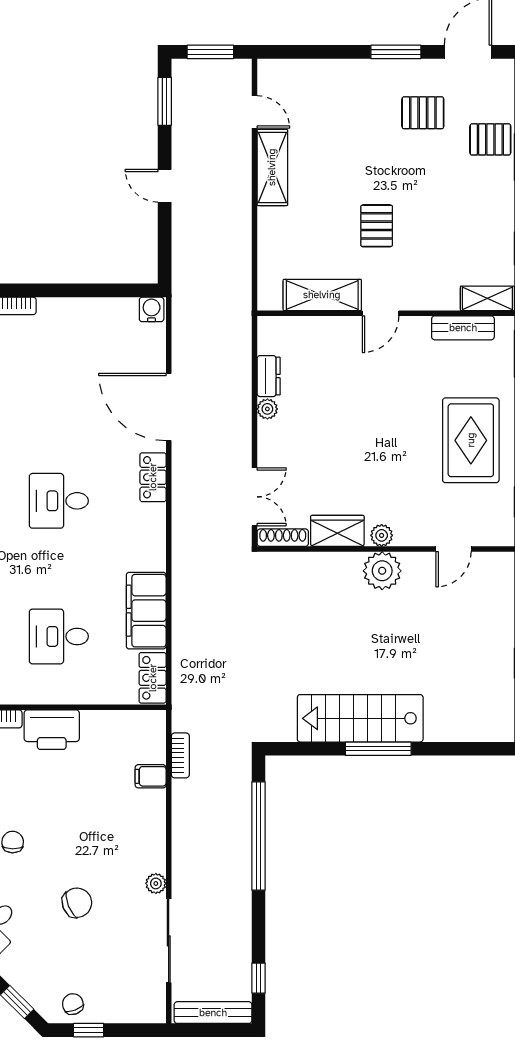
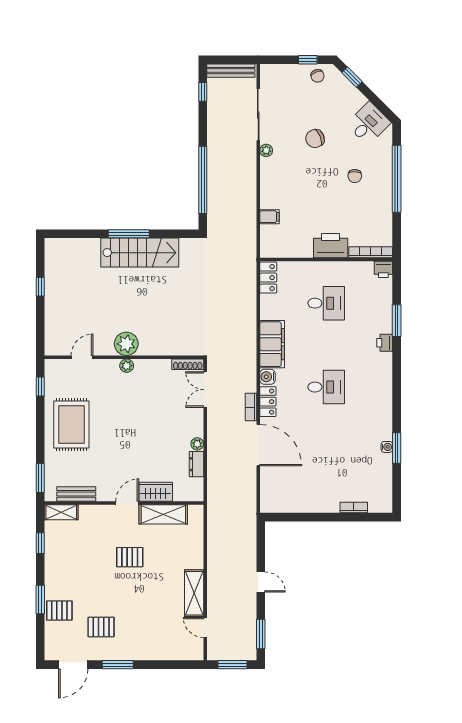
pallet: (377, 226) -> (130, 557), turned 90
water cooler: (152, 309) -> (267, 377), moved, turned 90
wardrobe: (337, 531) -> (156, 492), moved, turned 180
filing cabinet: (146, 611) -> (272, 344), moved
bookcase: (180, 755) -> (251, 407), moved

